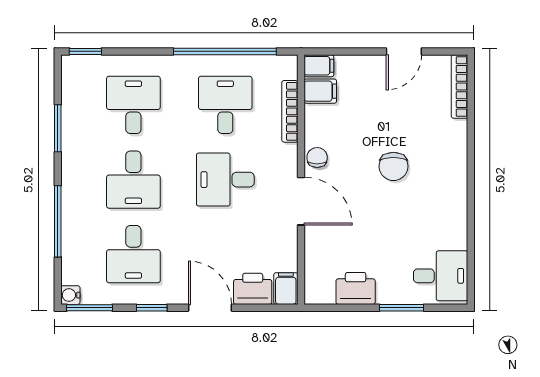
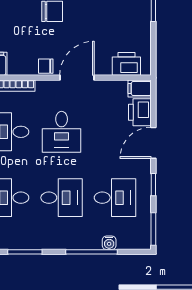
printer: (356, 288) -> (126, 64), moved, turned 90
water cooler: (70, 295) -> (109, 243), moved

